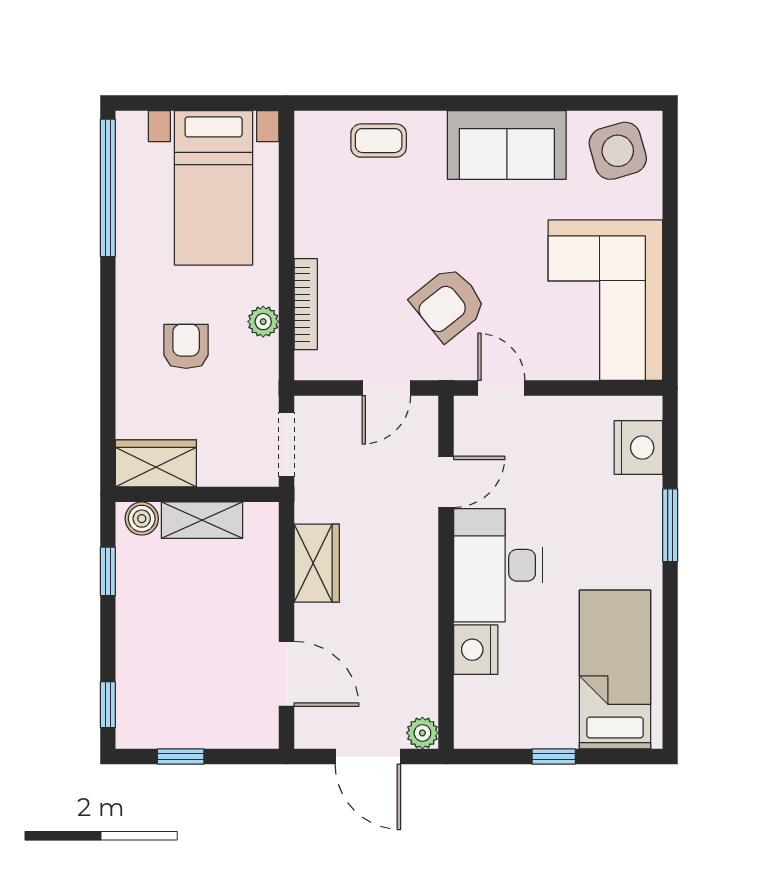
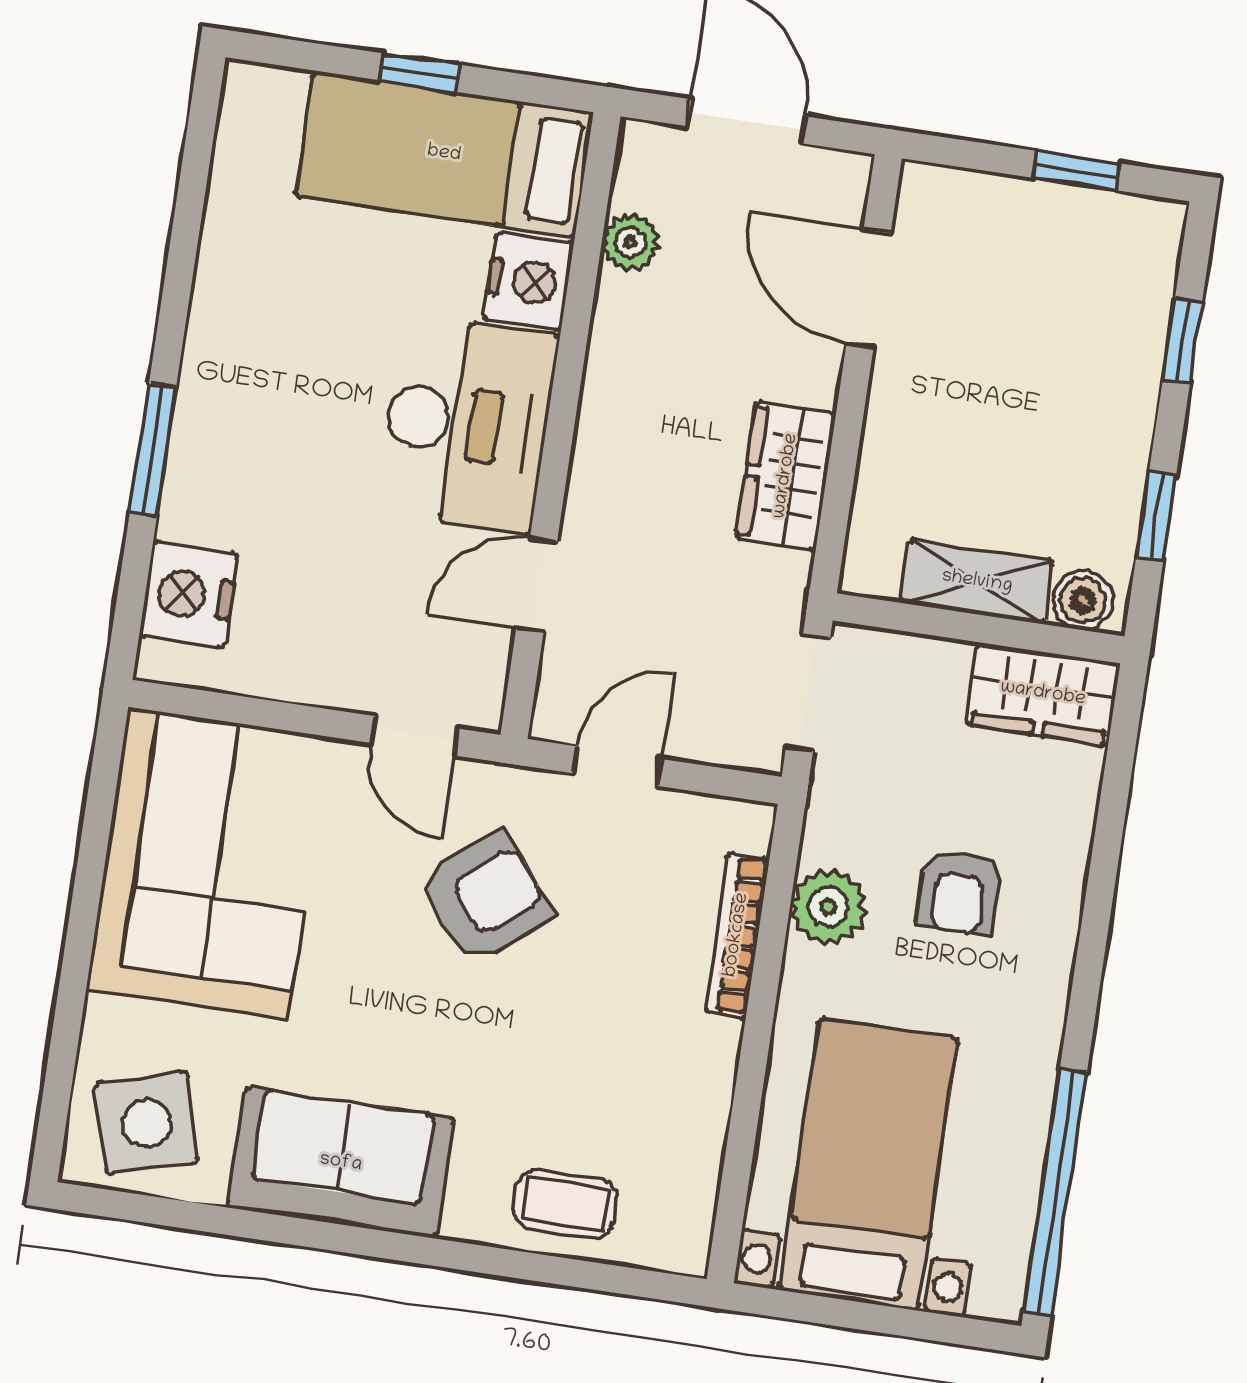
plant: (263, 322) -> (828, 907), width x1.38, depth x1.38
bed: (615, 670) -> (444, 154), moved, turned 90
window: (108, 705) -> (1182, 340), moved
plant: (422, 733) -> (630, 242), moved

